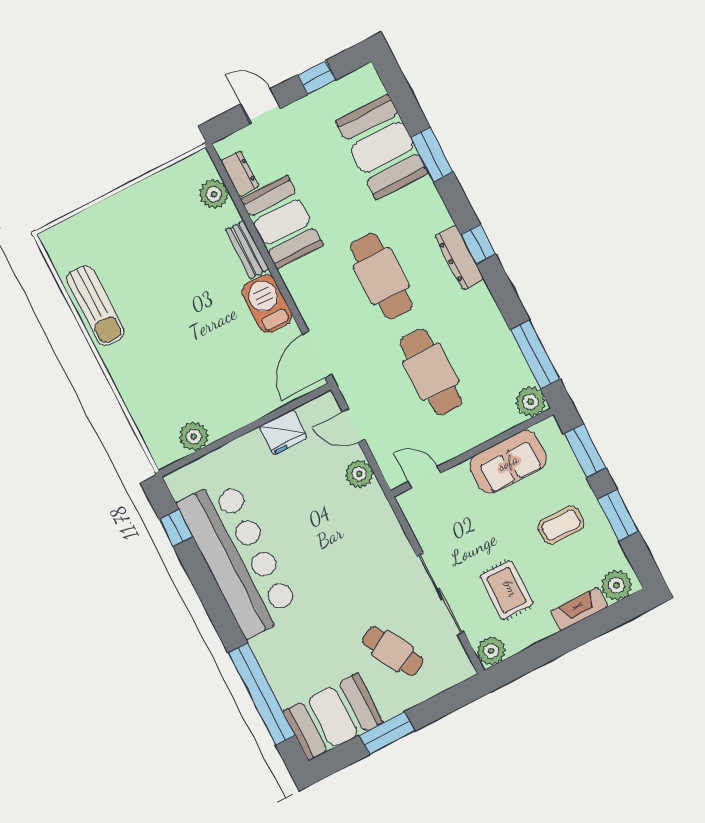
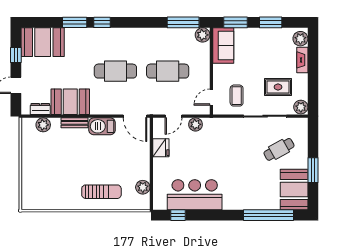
booth: (382, 147) -> (43, 42), moved
window: (478, 244) -> (102, 22), moved
dresser: (459, 257) -> (125, 33), removed
sun lounger: (95, 305) -> (101, 192), moved
sofa: (508, 462) -> (223, 45), moved
coffee table: (561, 525) -> (237, 96), moved
bar counter: (239, 557) -> (195, 195), width x0.73

